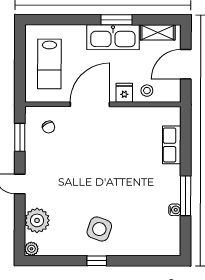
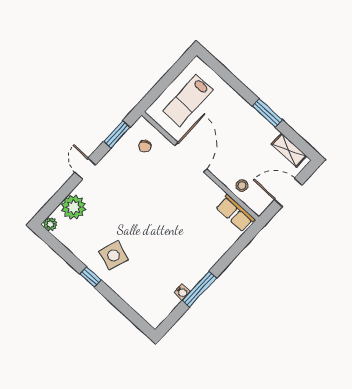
kitchen sink: (113, 37) -> (253, 123), removed
fridge: (124, 93) -> (224, 172), removed
door: (90, 104) -> (191, 157), hinge flipped
row of seats: (172, 145) -> (235, 213), moved, turned -90

